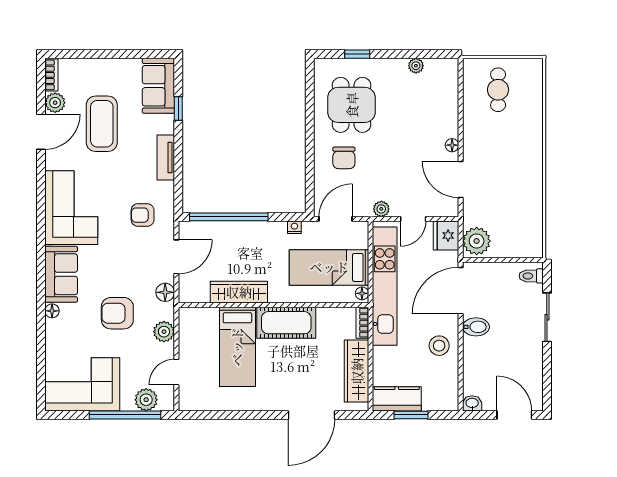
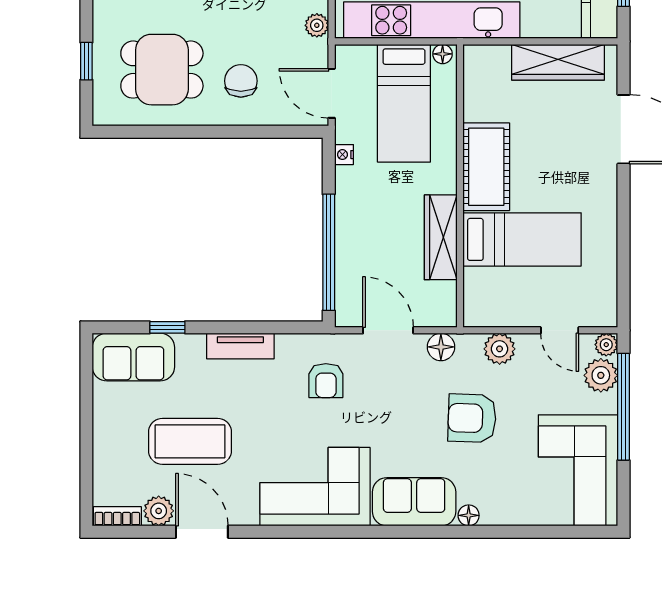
chair: (344, 158) -> (241, 81), turned -90
armchair: (117, 313) -> (472, 418), turned 92
bookcase: (362, 323) -> (486, 54), removed
plant: (167, 403) -> (606, 345), added

